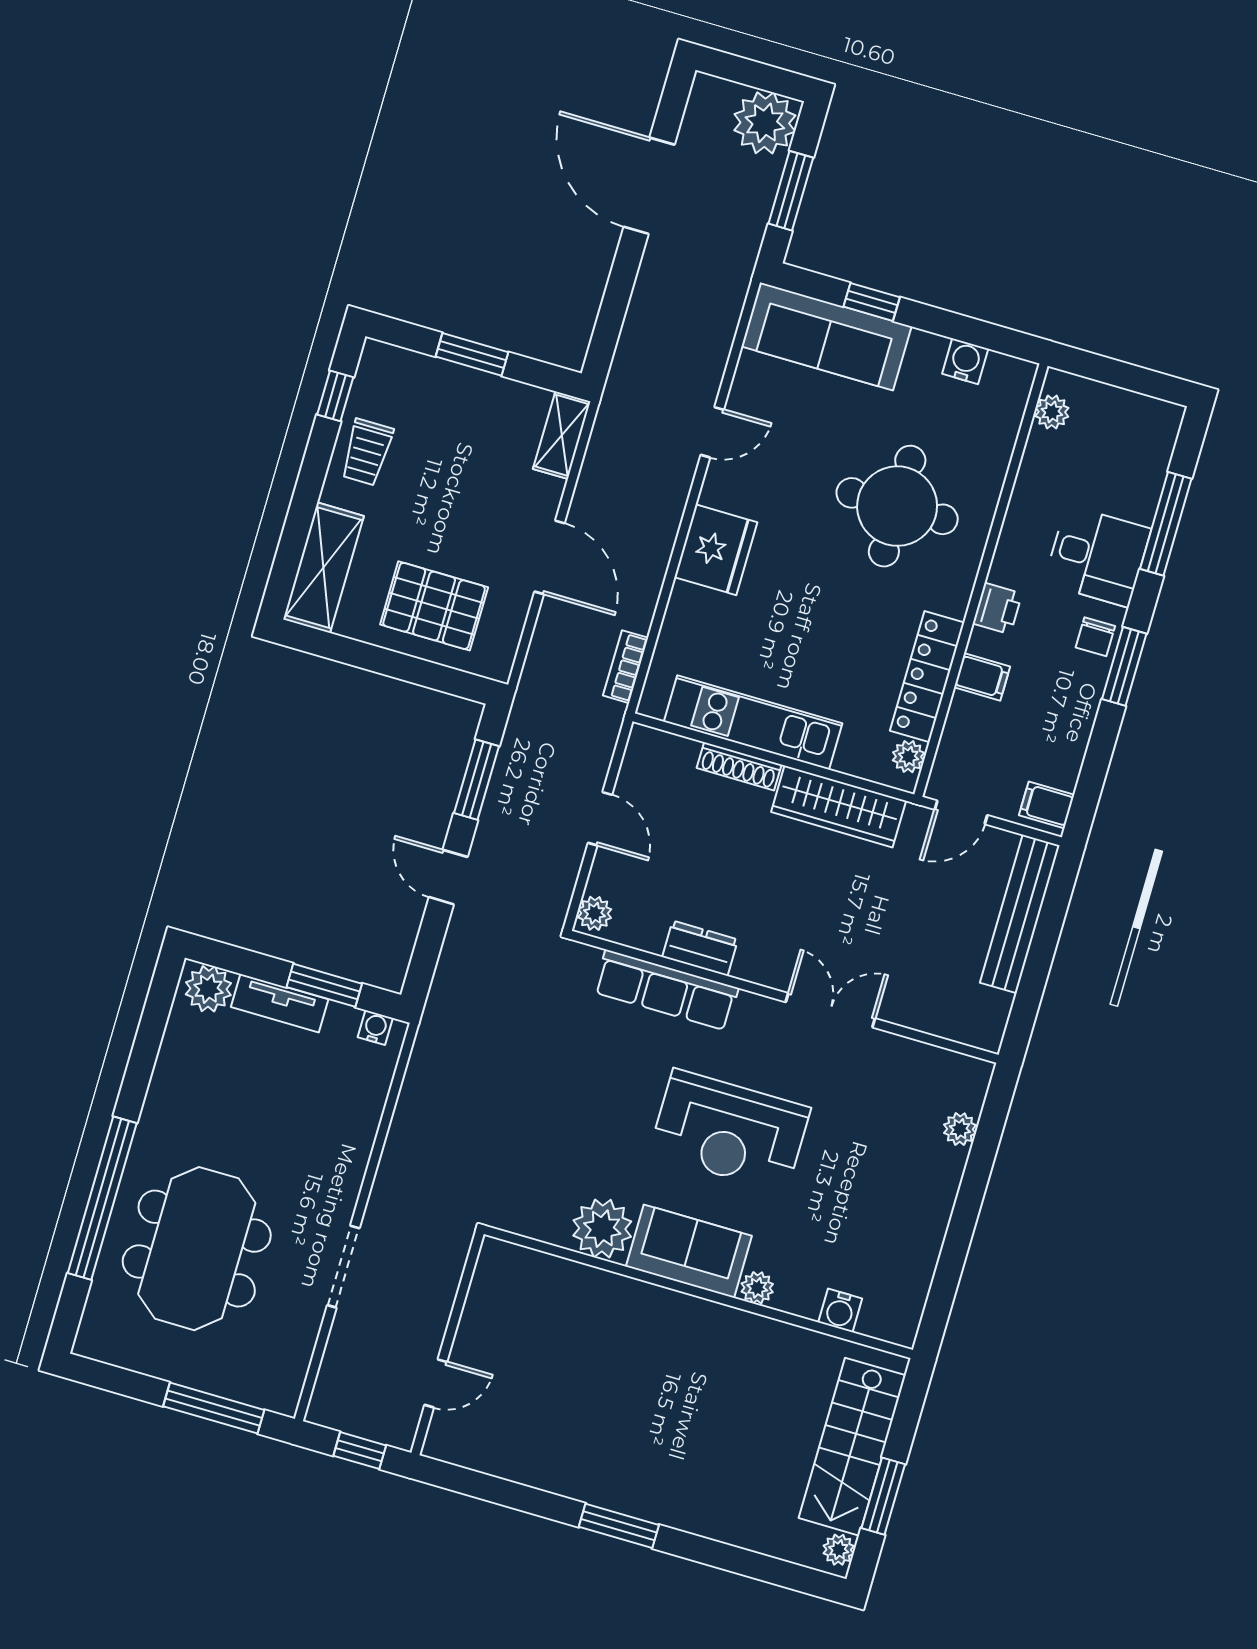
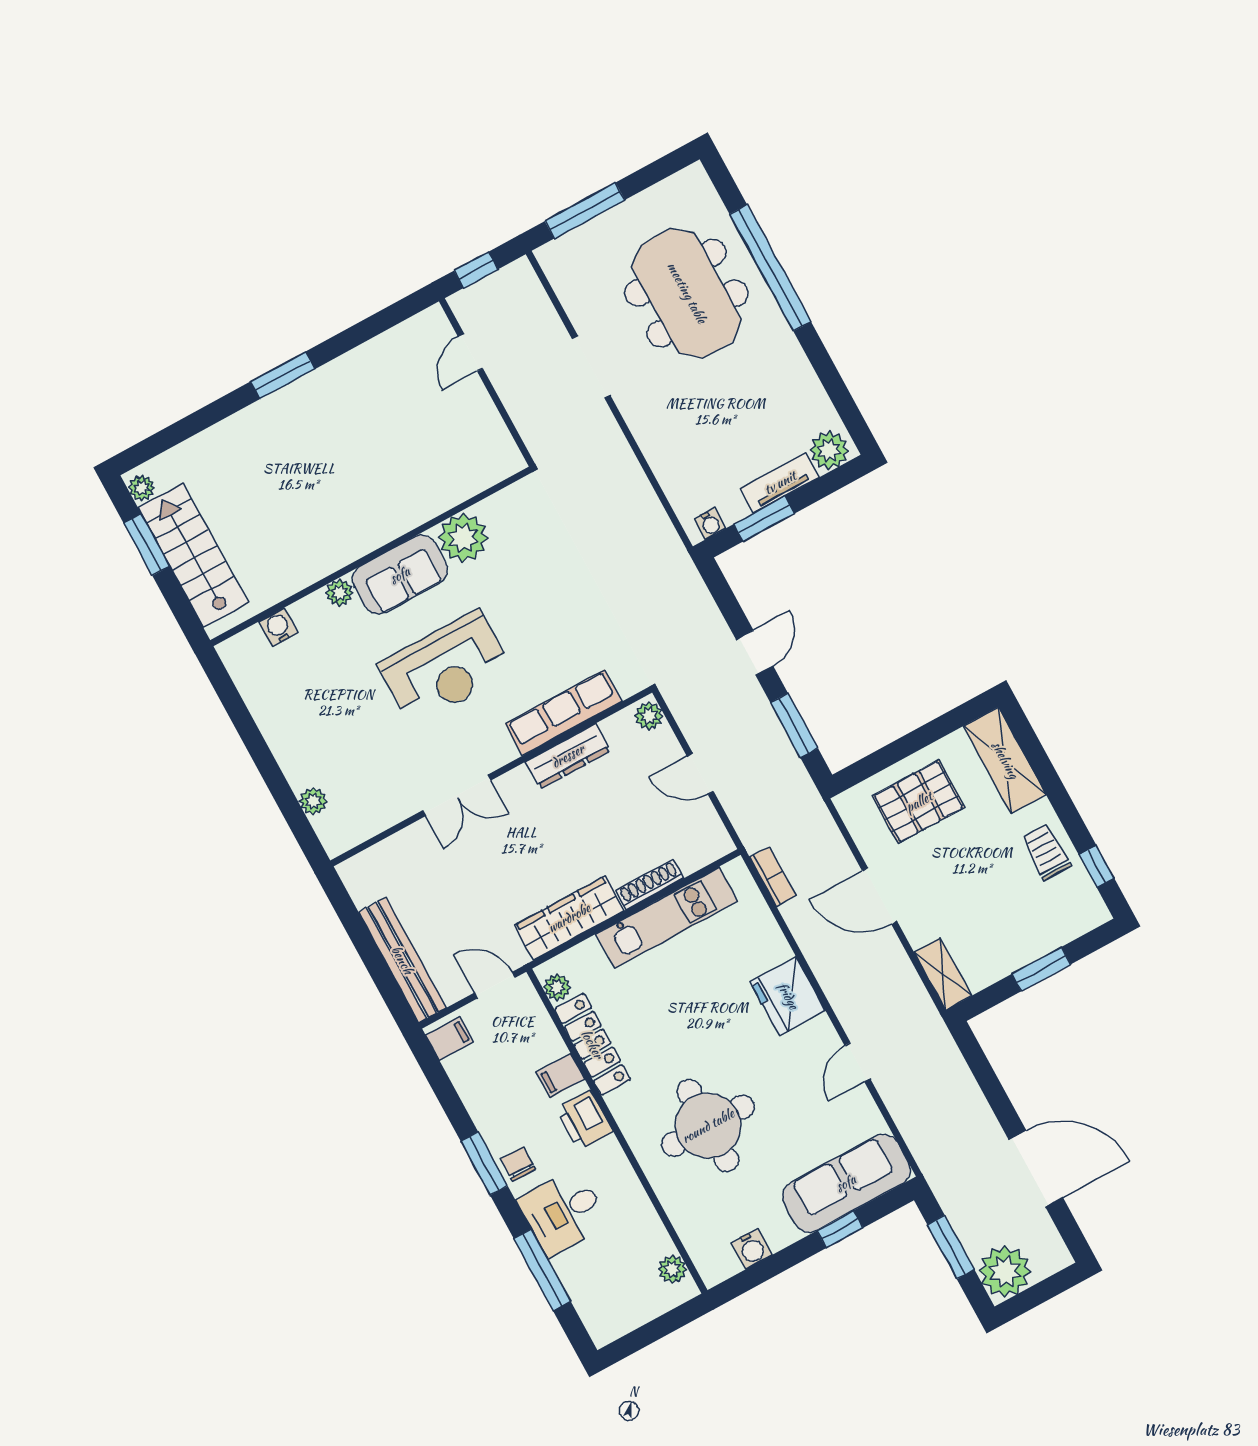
printer: (997, 608) -> (585, 1120), width x1.36, depth x1.24
door: (961, 812) -> (495, 985), hinge flipped
door: (448, 877) -> (755, 653), hinge flipped
dresser: (700, 948) -> (568, 756), width x1.44
reception desk: (730, 1131) -> (446, 668), turned 180

